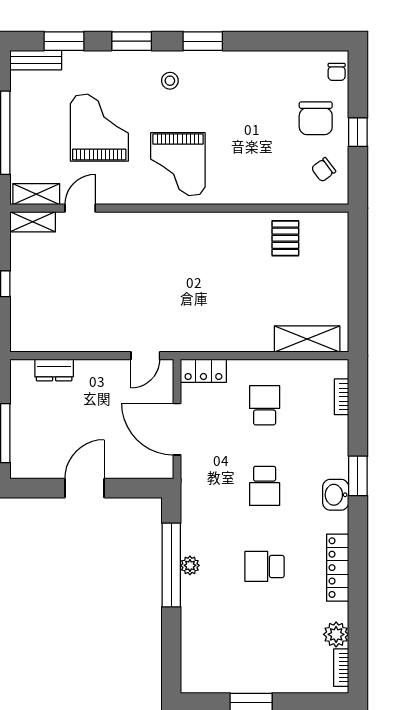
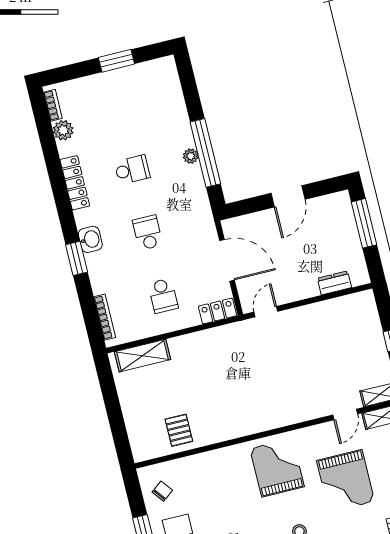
bookcase: (342, 397) -> (105, 317), width x1.56

